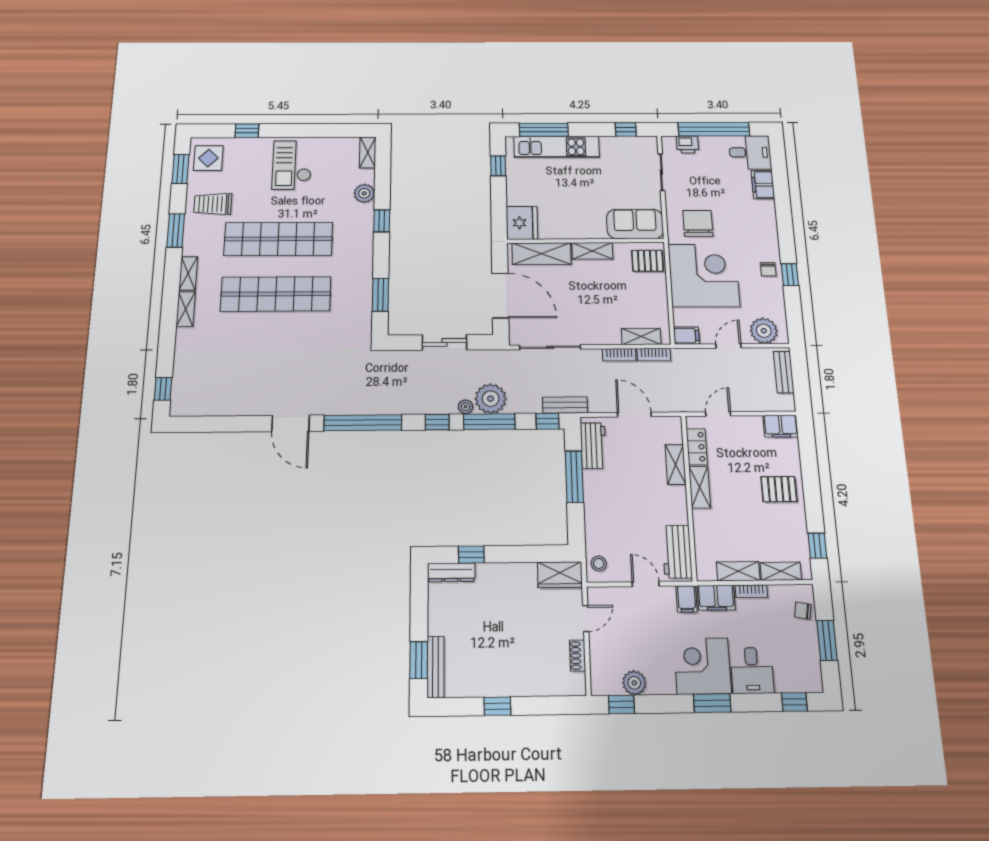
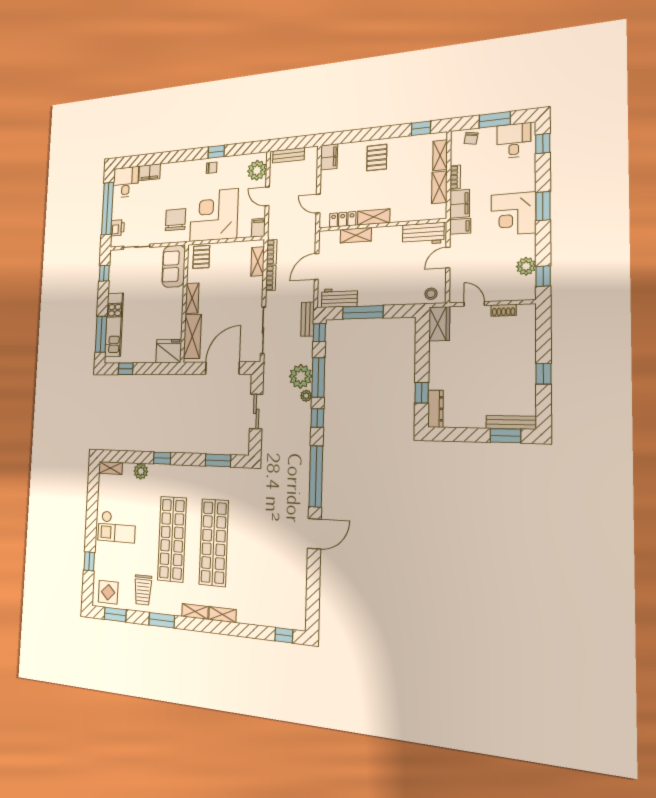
chair: (698, 223) -> (175, 220), turned 90
desk: (752, 670) -> (514, 140), moved, turned -90

